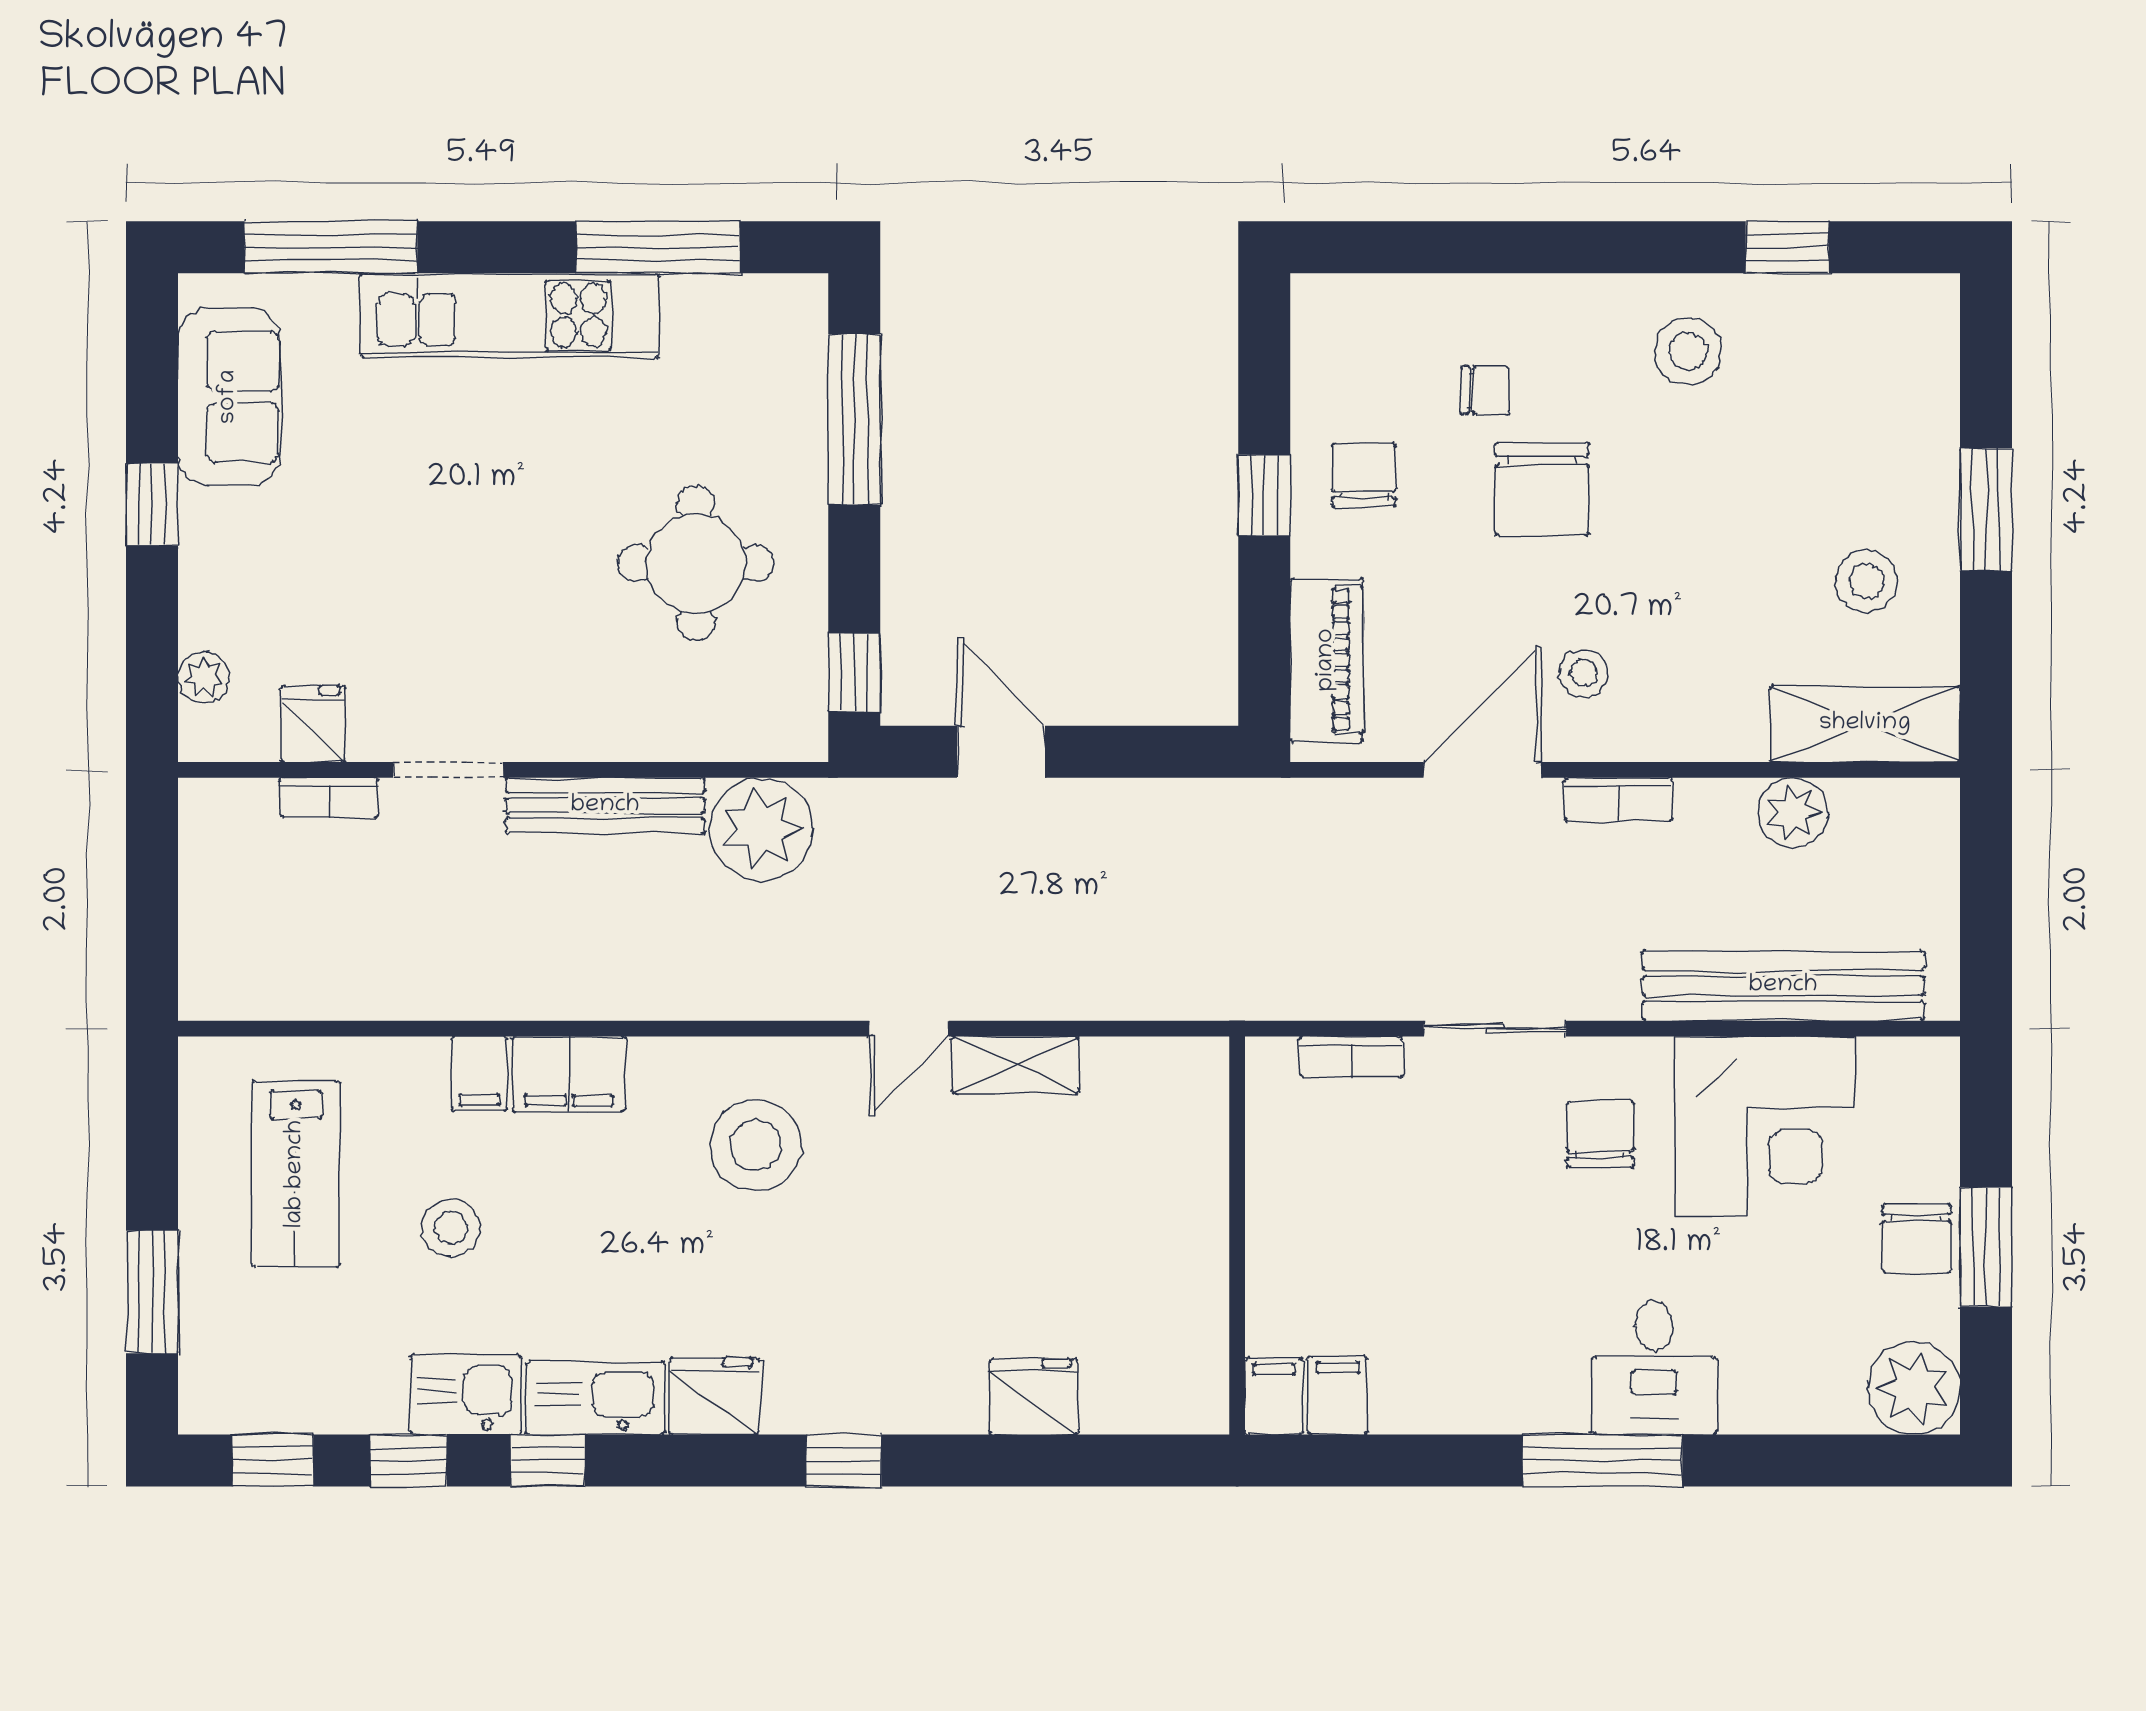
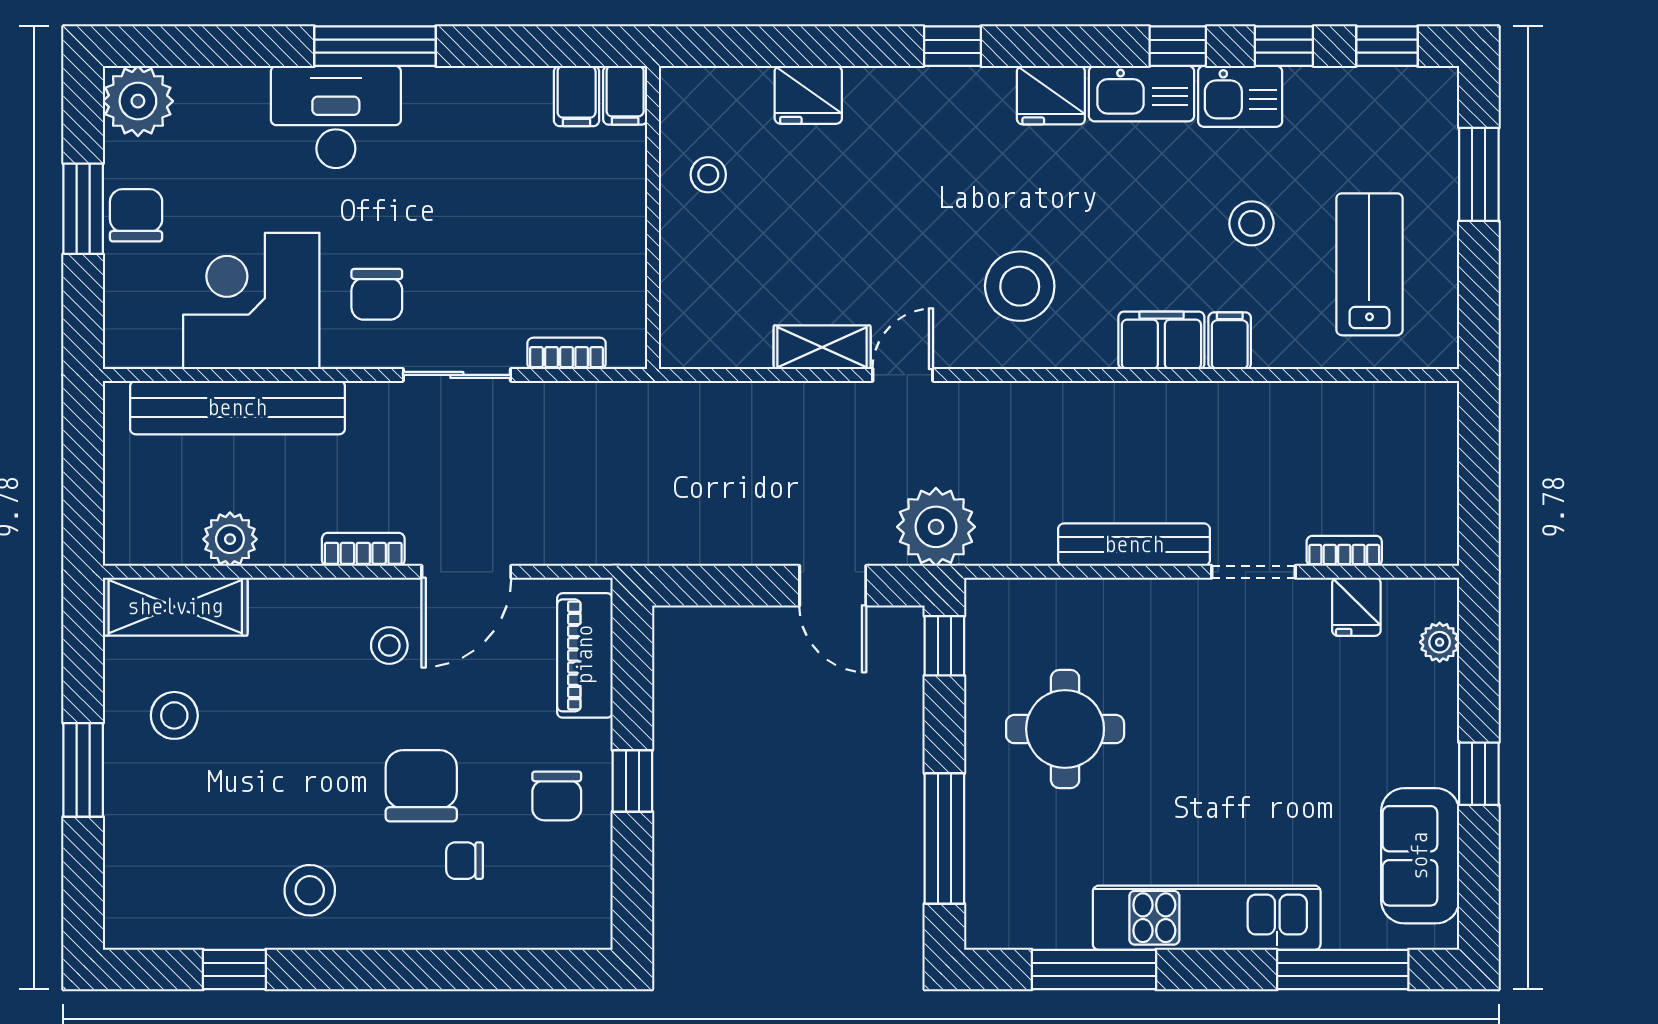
plant: (761, 829) -> (936, 527), moved
stool: (1165, 1292) -> (708, 175), added
desk: (1654, 1368) -> (336, 117), width x1.37

